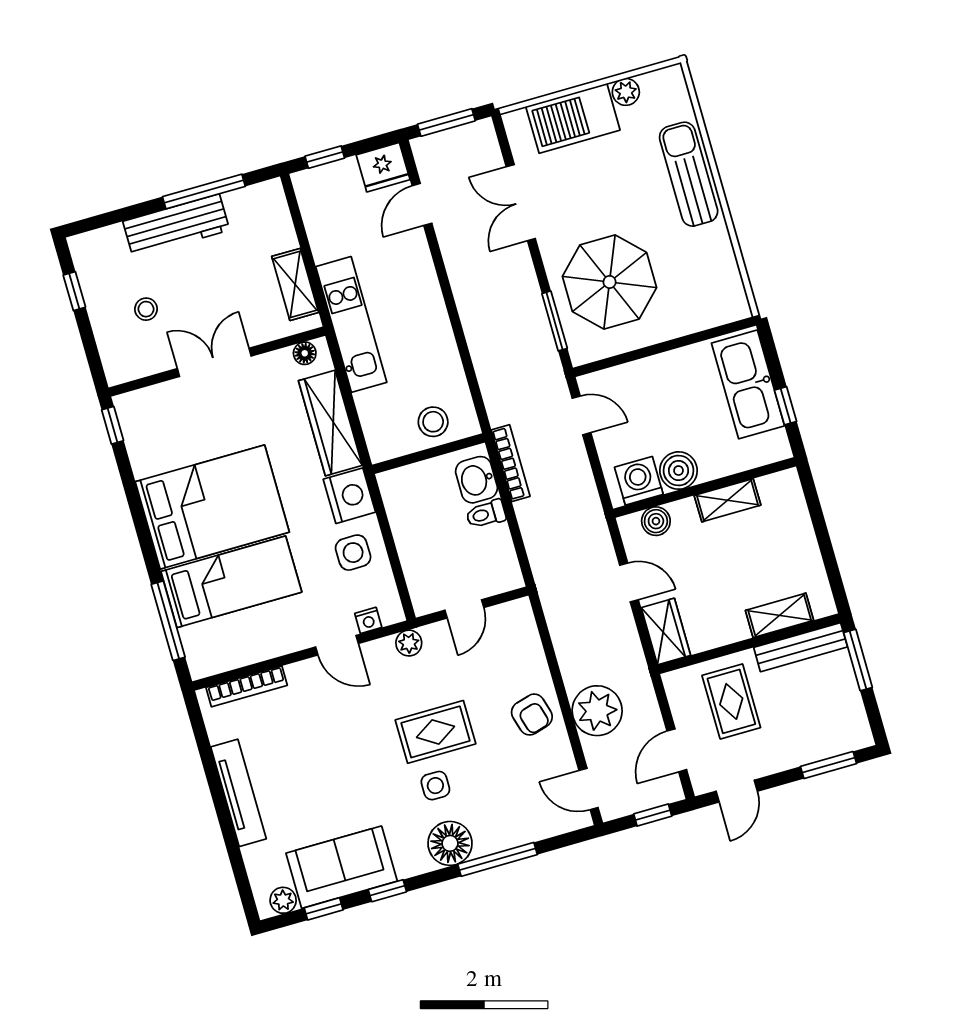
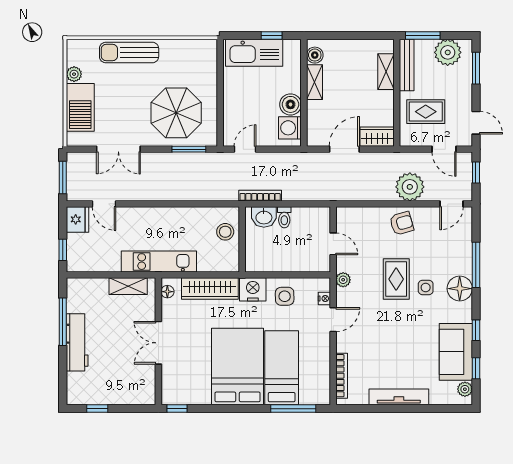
stool: (146, 309) -> (118, 372), removed
boiler: (656, 521) -> (315, 55), moved
door: (629, 583) -> (344, 149), width x1.38
plant: (841, 710) -> (448, 52), added

